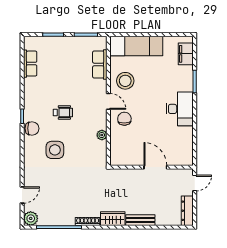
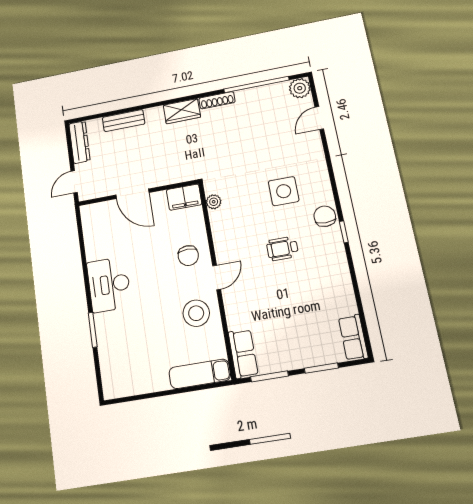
exam couch: (136, 46) -> (200, 374), width x0.73, depth x0.69
filing cabinet: (186, 54) -> (184, 197), moved, turned 90
row of seats: (30, 64) -> (353, 337), moved
row of seats: (100, 64) -> (243, 354), moved
door: (108, 101) -> (217, 277), swing flipped
chair: (32, 128) -> (325, 216), turned 90
plant: (102, 135) -> (214, 202), moved
bench: (140, 220) -> (124, 121), moved

